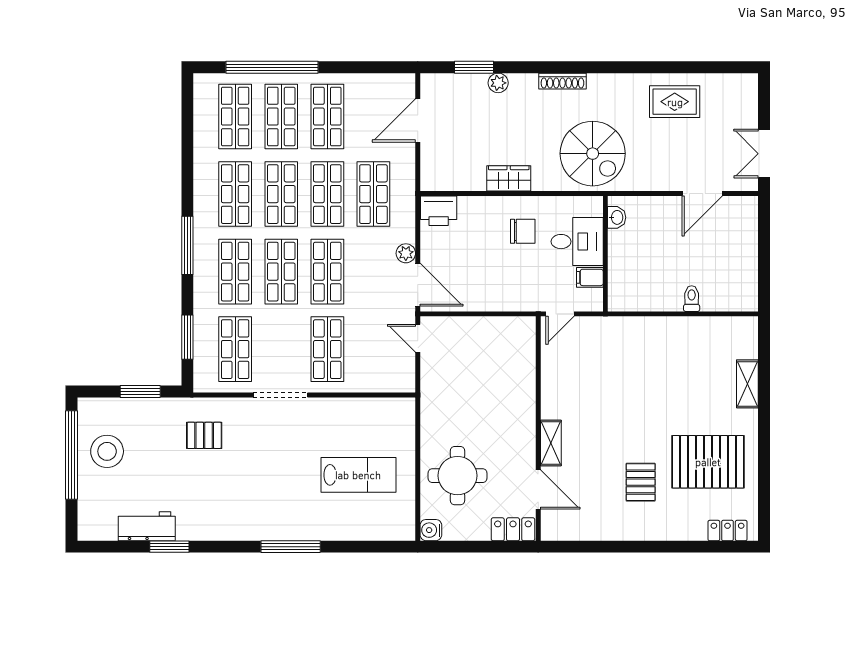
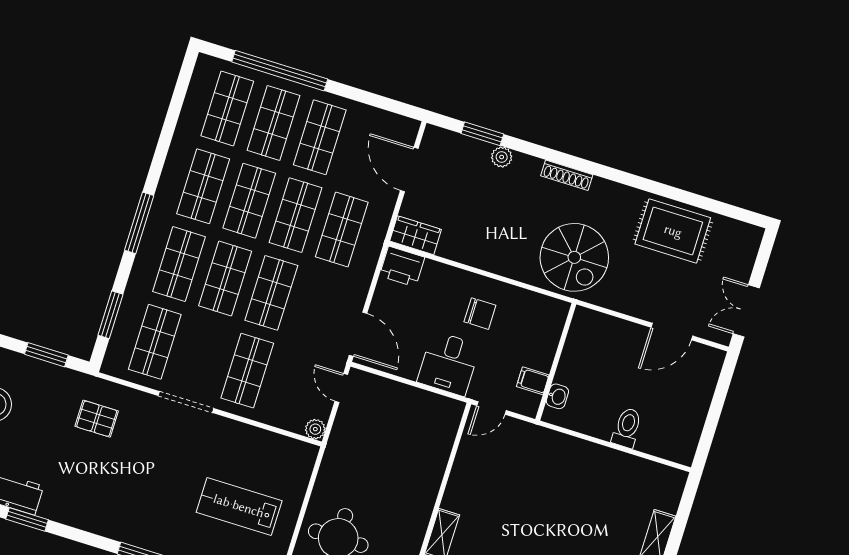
rug: (675, 102) -> (673, 231), width x1.36, depth x1.43
door: (418, 120) -> (409, 169), hinge flipped
wardrobe: (509, 178) -> (415, 235), moved
washbasin: (617, 217) -> (557, 396), moved
desk: (577, 242) -> (449, 364), moved, turned 90
plant: (406, 253) -> (315, 429), moved
toilet: (692, 299) -> (627, 428), width x1.37, depth x1.39
lab bench: (358, 475) -> (239, 506), turned 180

